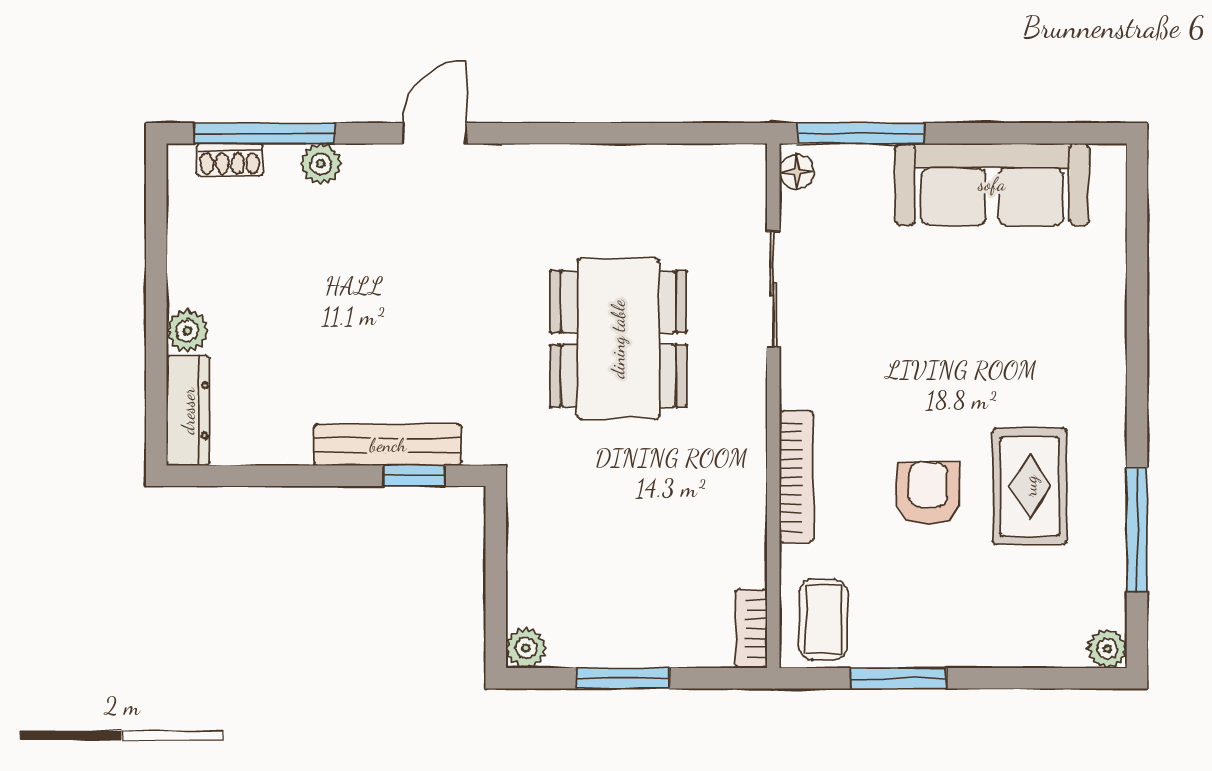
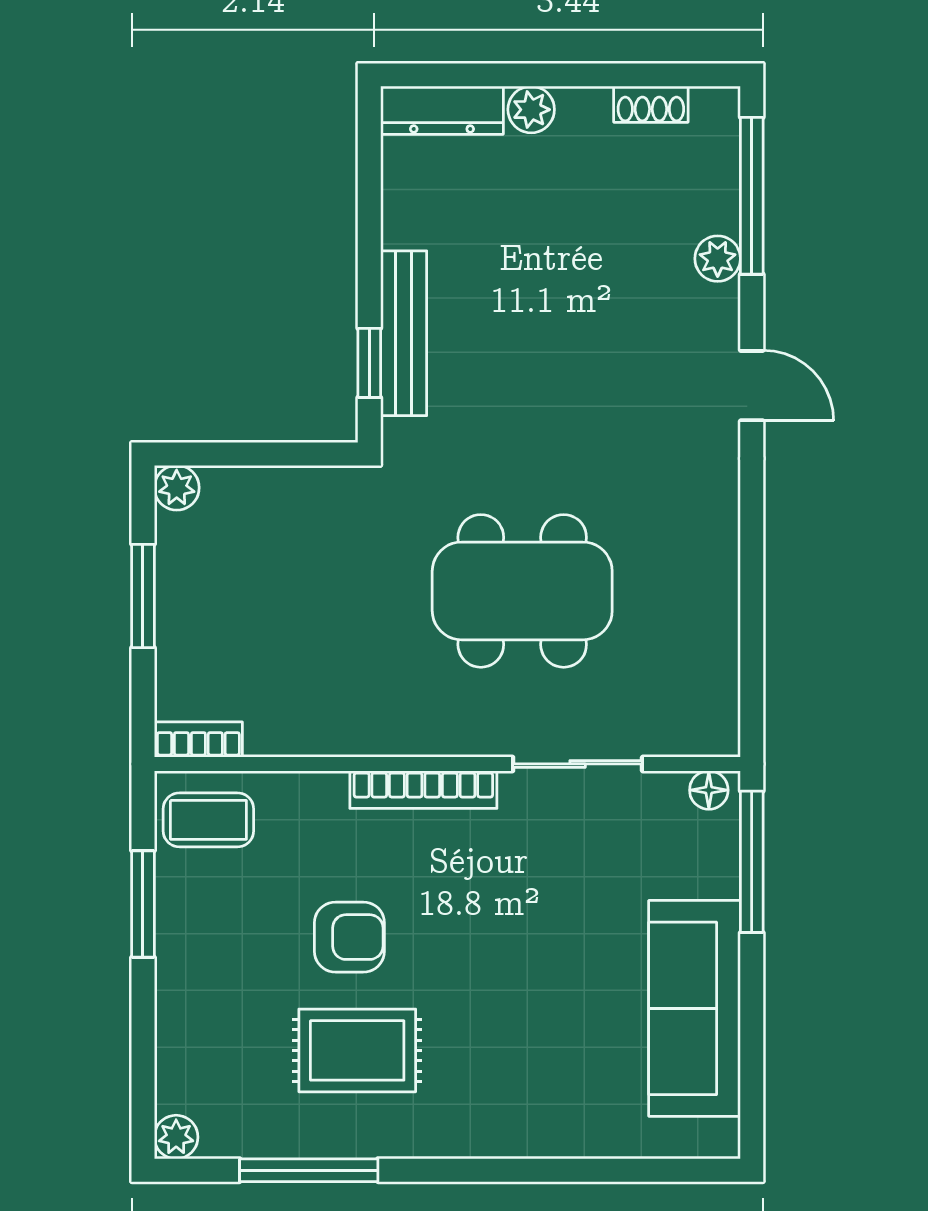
shoe rack: (230, 160) -> (651, 104), moved, turned -90
bookcase: (796, 477) -> (423, 790), moved

